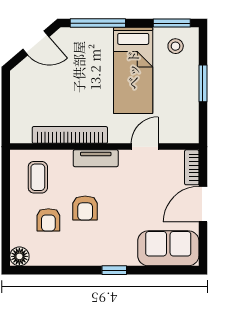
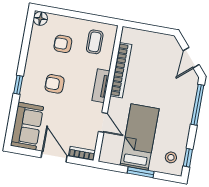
window: (172, 23) -> (188, 158), width x0.67
bed: (133, 70) -> (140, 137), moved, turned 90
coffee table: (38, 177) -> (95, 42), turned 90
armchair: (85, 208) -> (55, 84), moved

